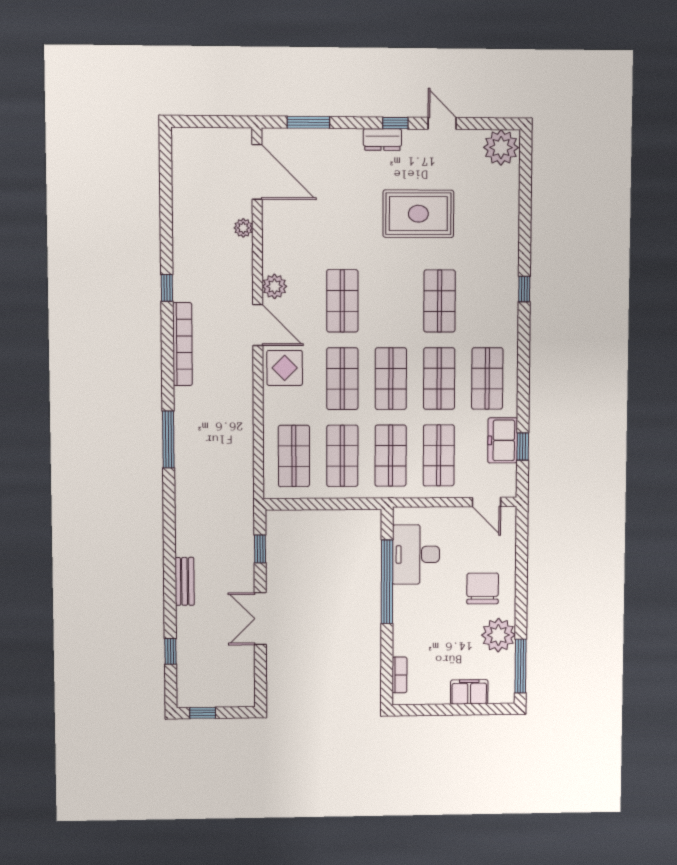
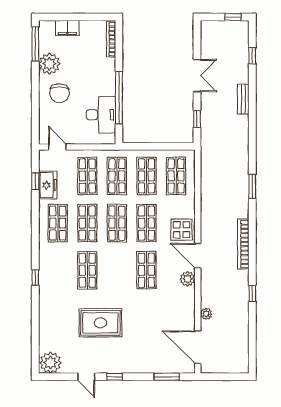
dresser: (382, 140) -> (122, 367), removed
window: (167, 288) -> (252, 294), moved
window: (168, 440) -> (252, 186), width x0.69
bookcase: (399, 675) -> (111, 39), width x1.56

